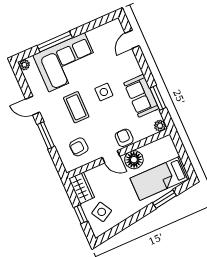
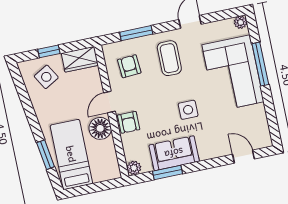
coffee table: (76, 107) -> (169, 58), moved, turned 90
window: (46, 135) -> (136, 33), moved
armchair: (124, 138) -> (129, 122), turned 90

